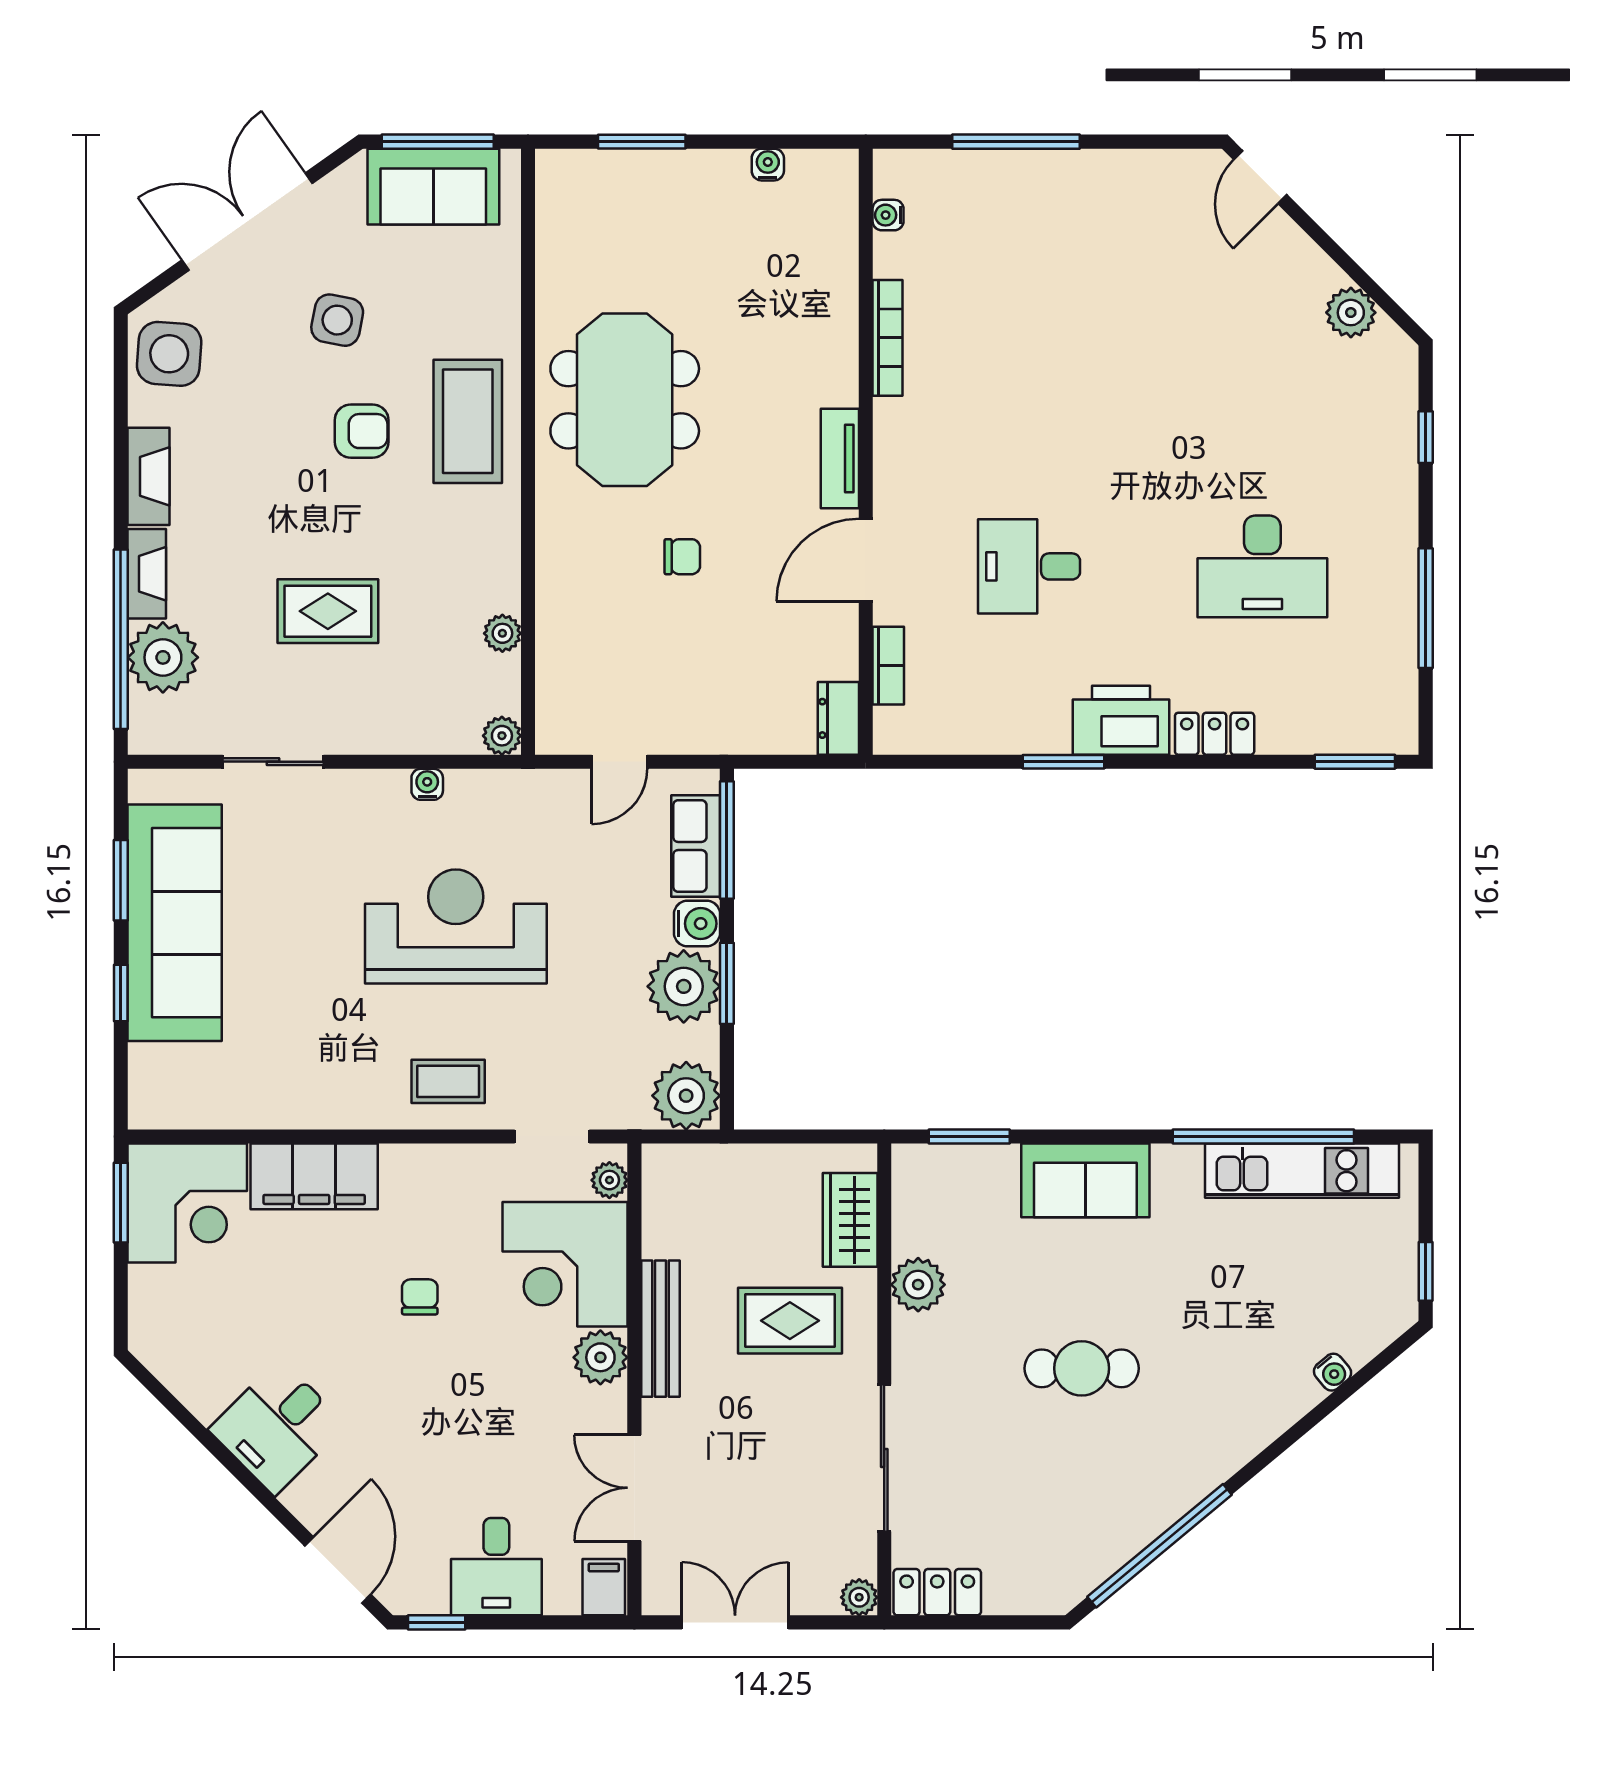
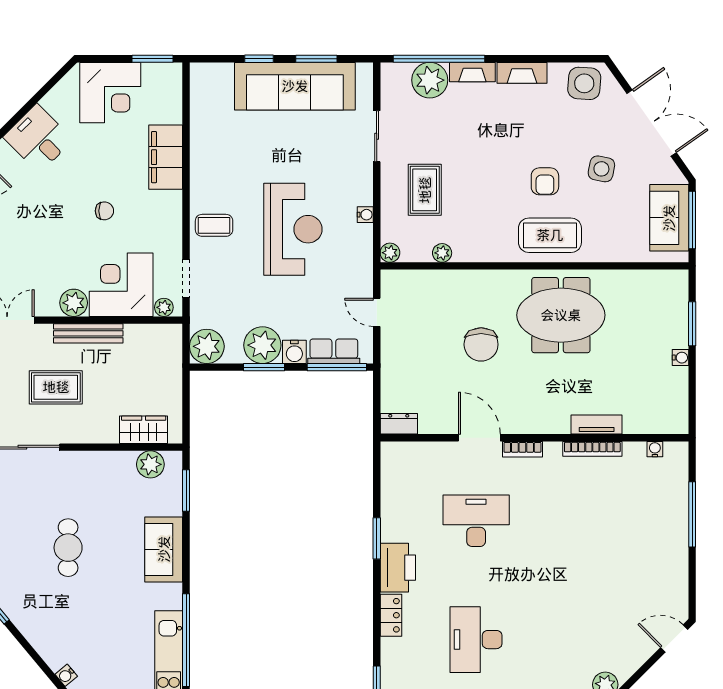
water cooler: (768, 165) -> (681, 358), moved
tv unit: (840, 458) -> (597, 425), moved
chair: (682, 557) -> (481, 344), width x1.87, depth x1.87
desk: (1029, 566) -> (476, 521), width x1.37
rug: (328, 611) -> (425, 190), moved
bookcase: (888, 666) -> (522, 449), moved
coffee table: (448, 1081) -> (214, 225), turned 90
corner desk: (187, 1203) -> (110, 93), moved, turned -90
plant: (918, 1285) -> (150, 464), moved
rug: (790, 1321) -> (56, 387), moved, turned 90

